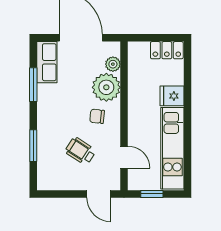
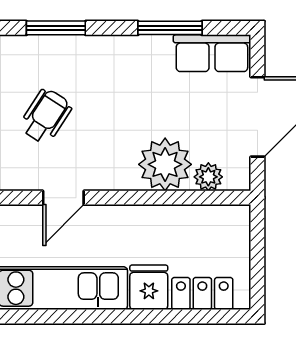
locker: (167, 50) -> (202, 294), moved, turned 90
chair: (97, 116) -> (111, 147), removed
door: (124, 157) -> (63, 198), moved

